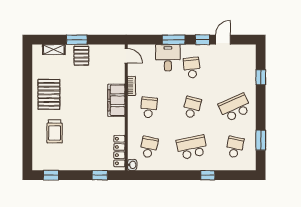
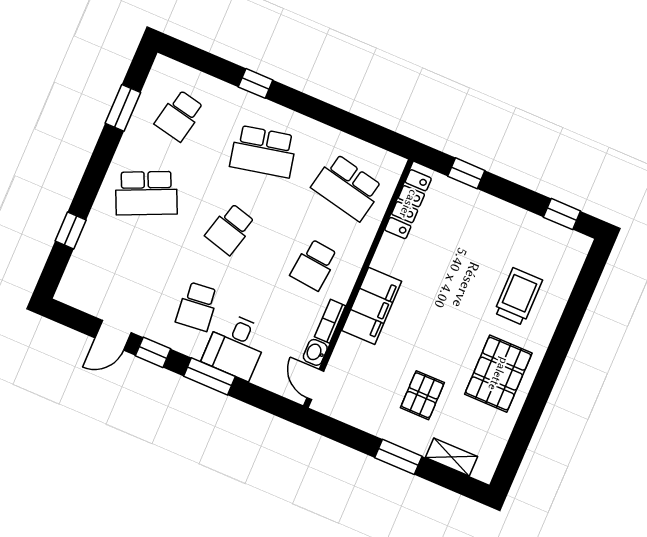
pallet: (81, 56) -> (422, 395), moved
school desk: (149, 147) -> (347, 187), width x1.85
washbasin: (132, 165) -> (315, 352), moved

